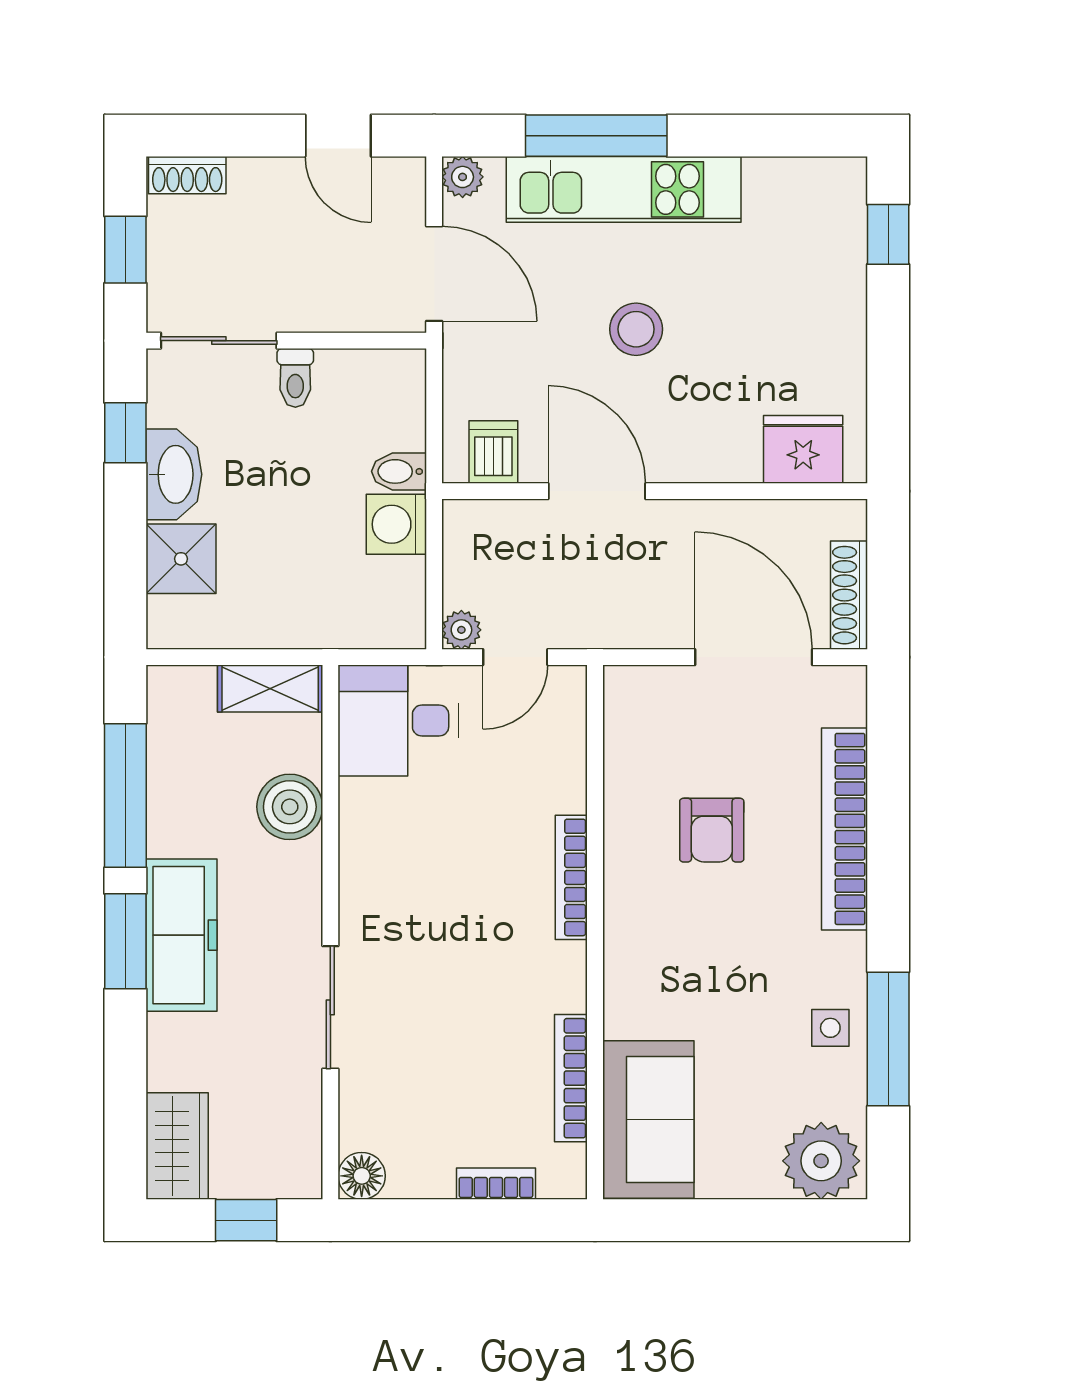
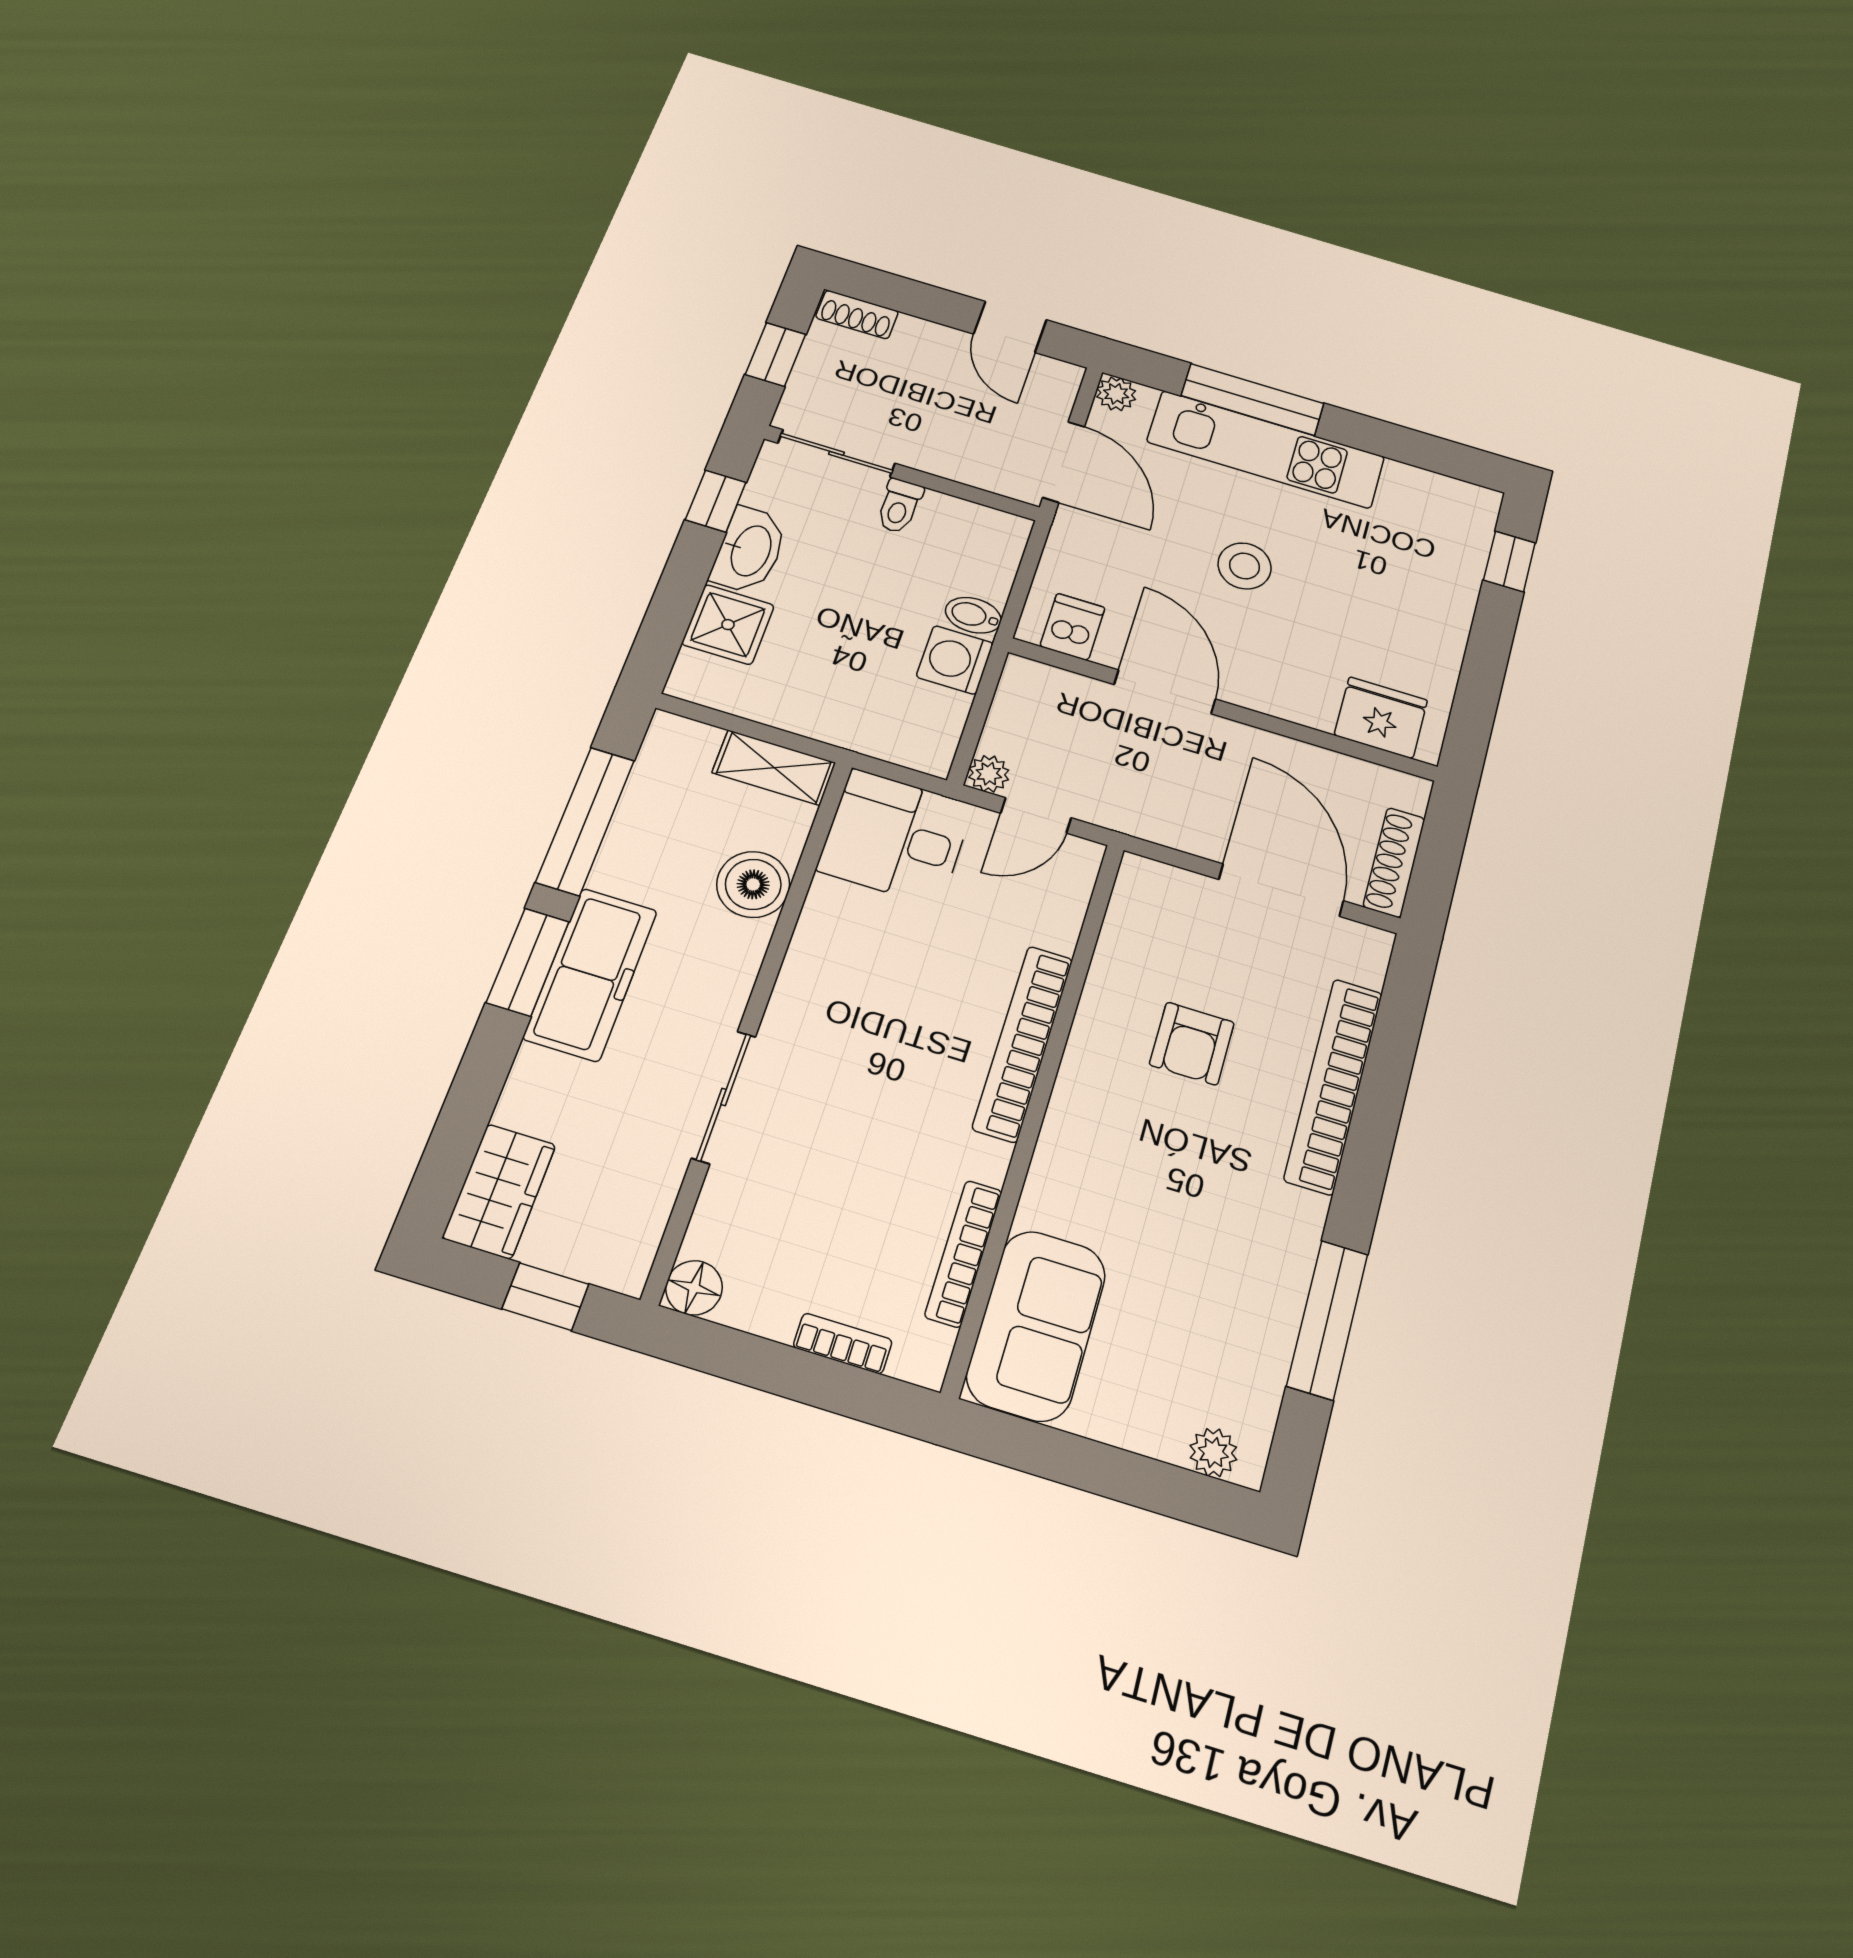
bookcase: (571, 877) -> (1023, 1043), width x1.48, depth x1.31
side table: (830, 1028) -> (1266, 1288), removed
plant: (821, 1161) -> (1213, 1453), width x0.53, depth x0.53

